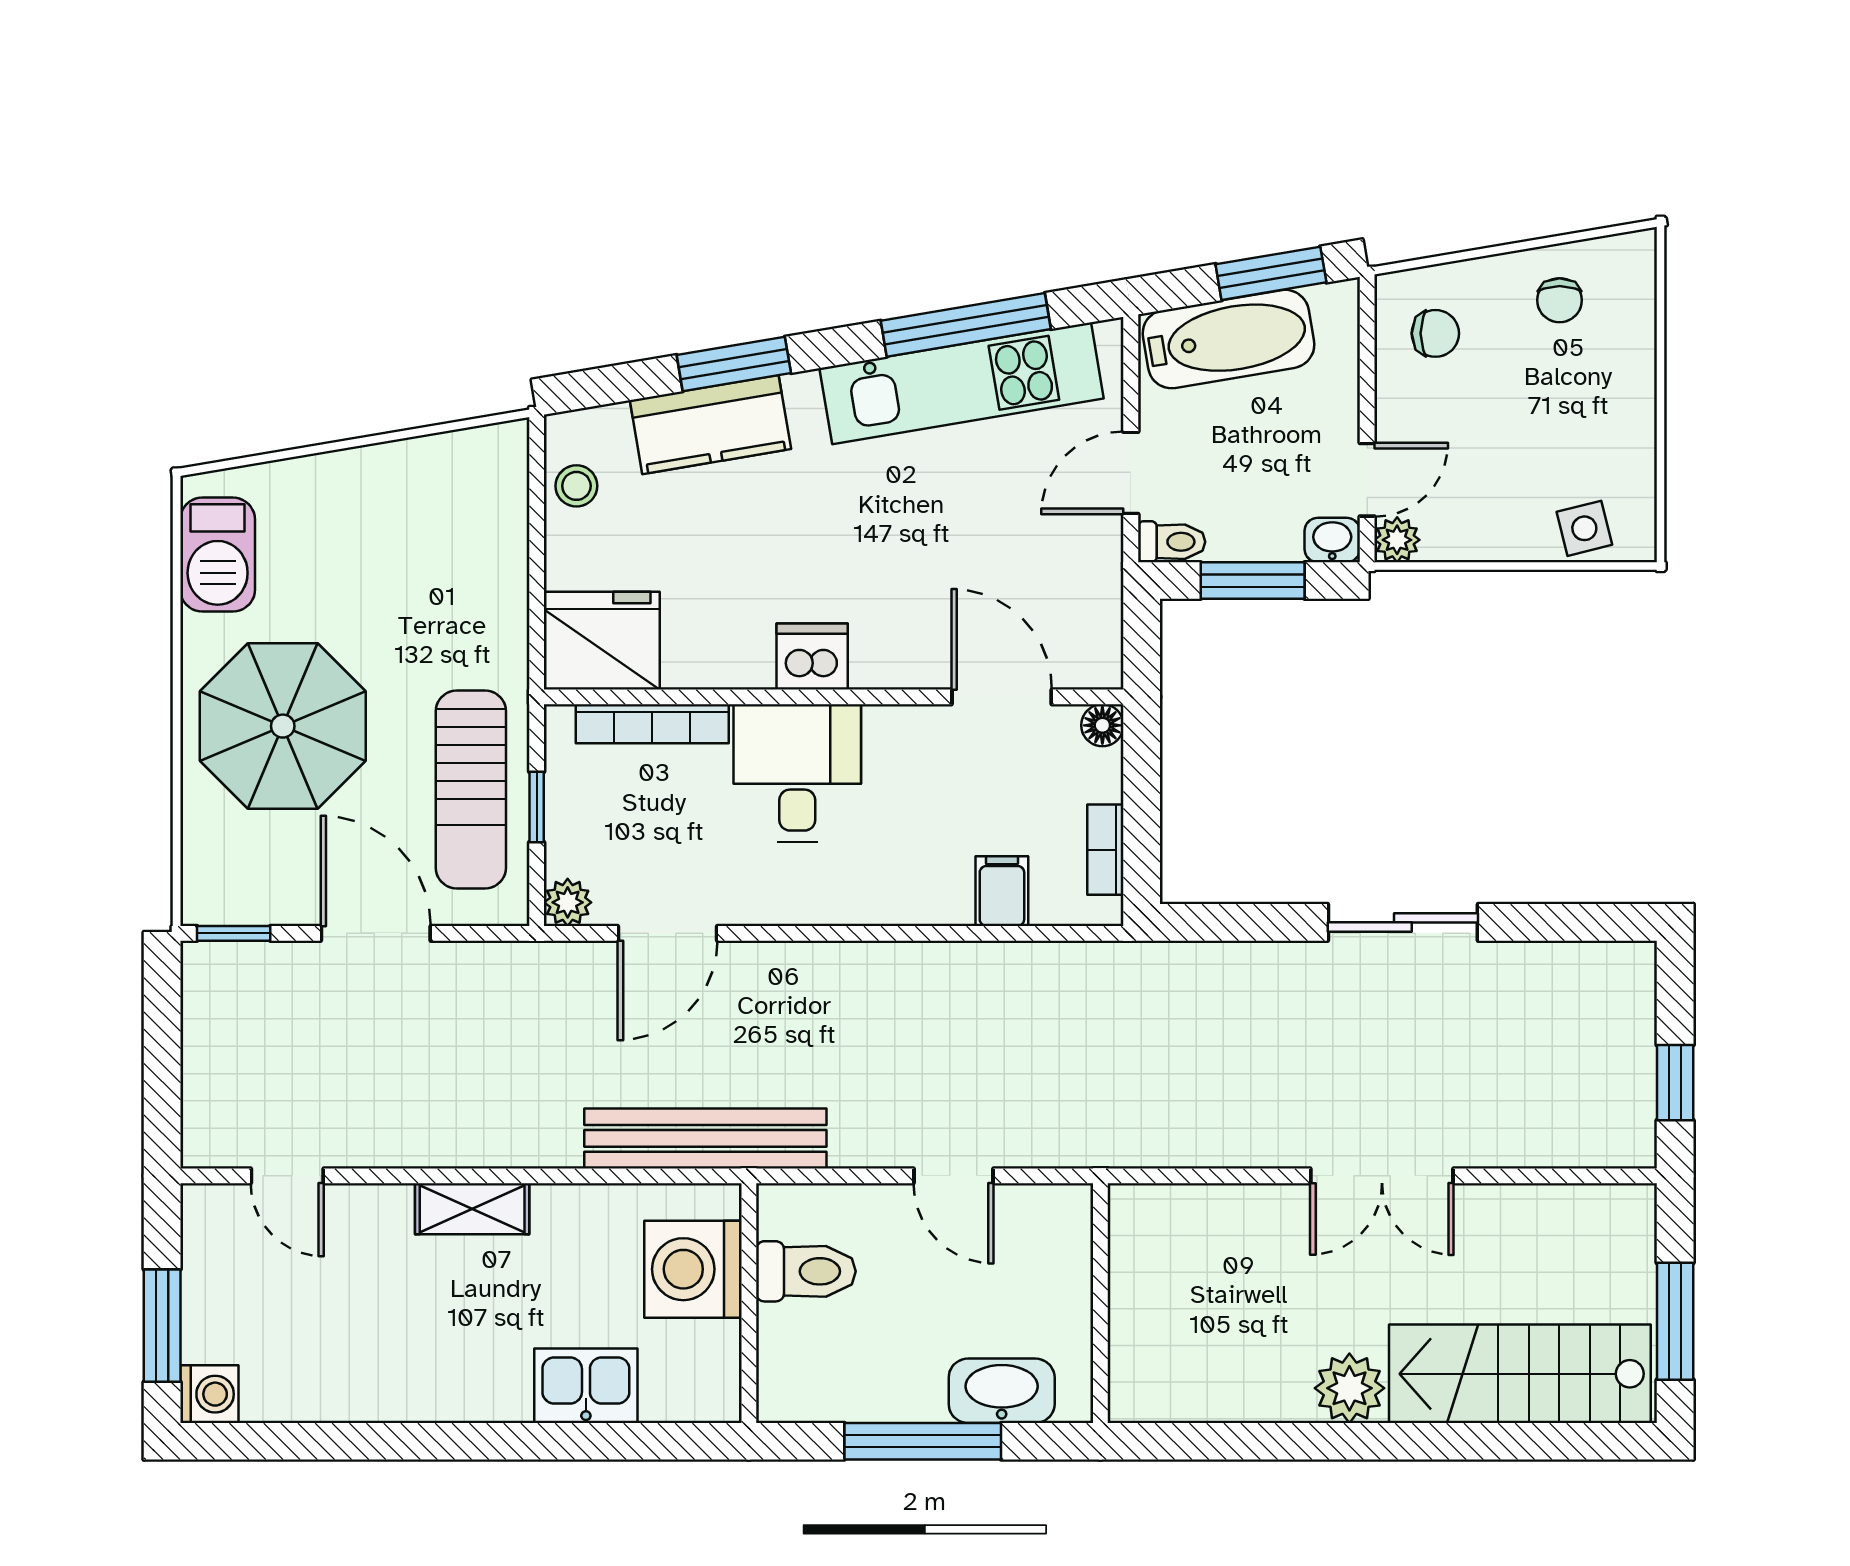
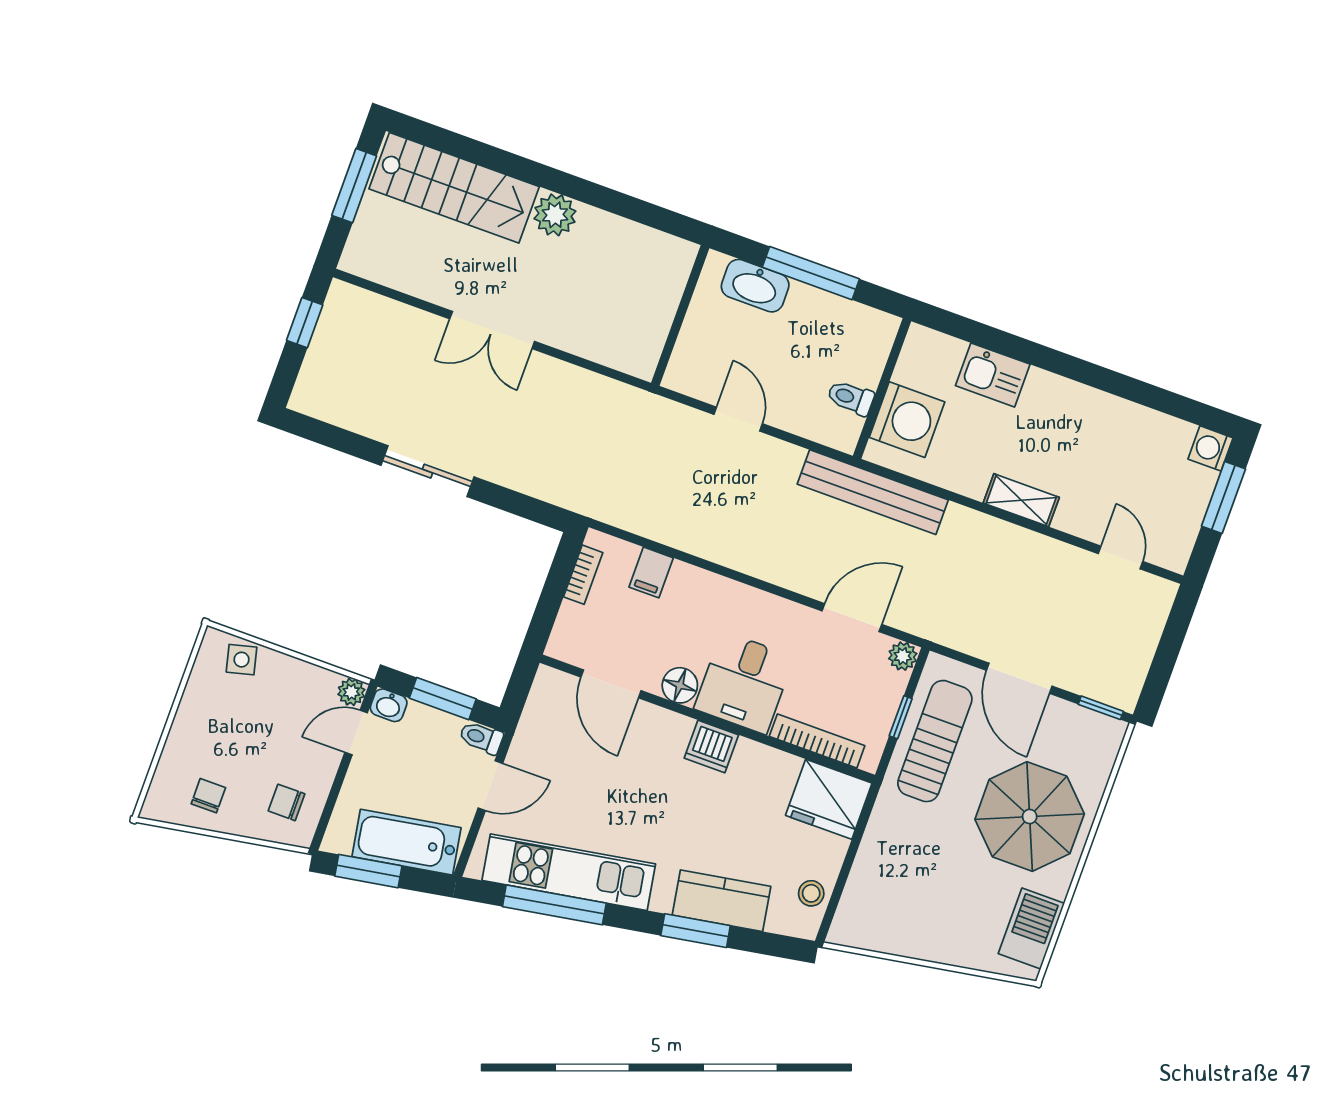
floor lamp: (1102, 725) -> (680, 685), moved, width x1.37, depth x1.37
double door: (1382, 1176) -> (492, 330), swing flipped
toilet: (806, 1271) -> (851, 398), width x0.73, depth x0.72

